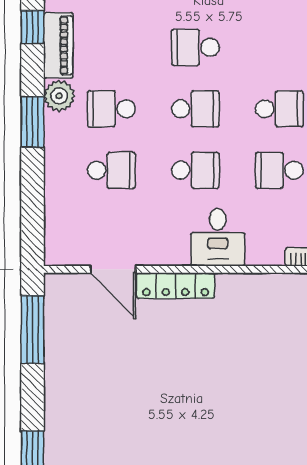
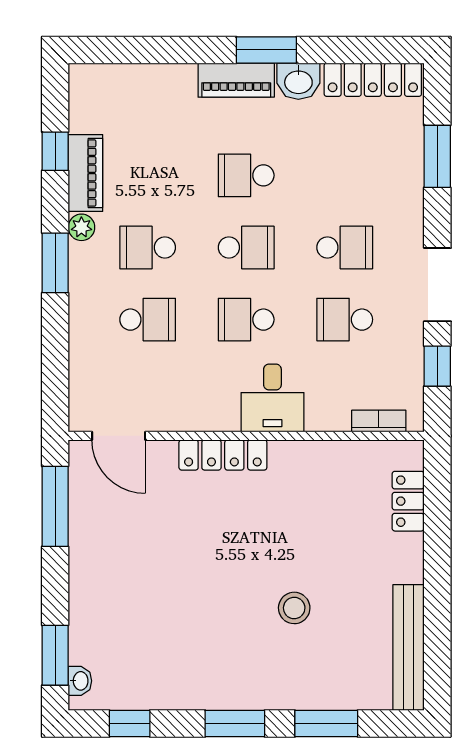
plant: (59, 96) -> (81, 227), width x0.73, depth x0.73
school desk: (195, 170) -> (246, 320), turned 180
door: (113, 269) -> (119, 436), moved
stool: (236, 416) -> (294, 608), added

